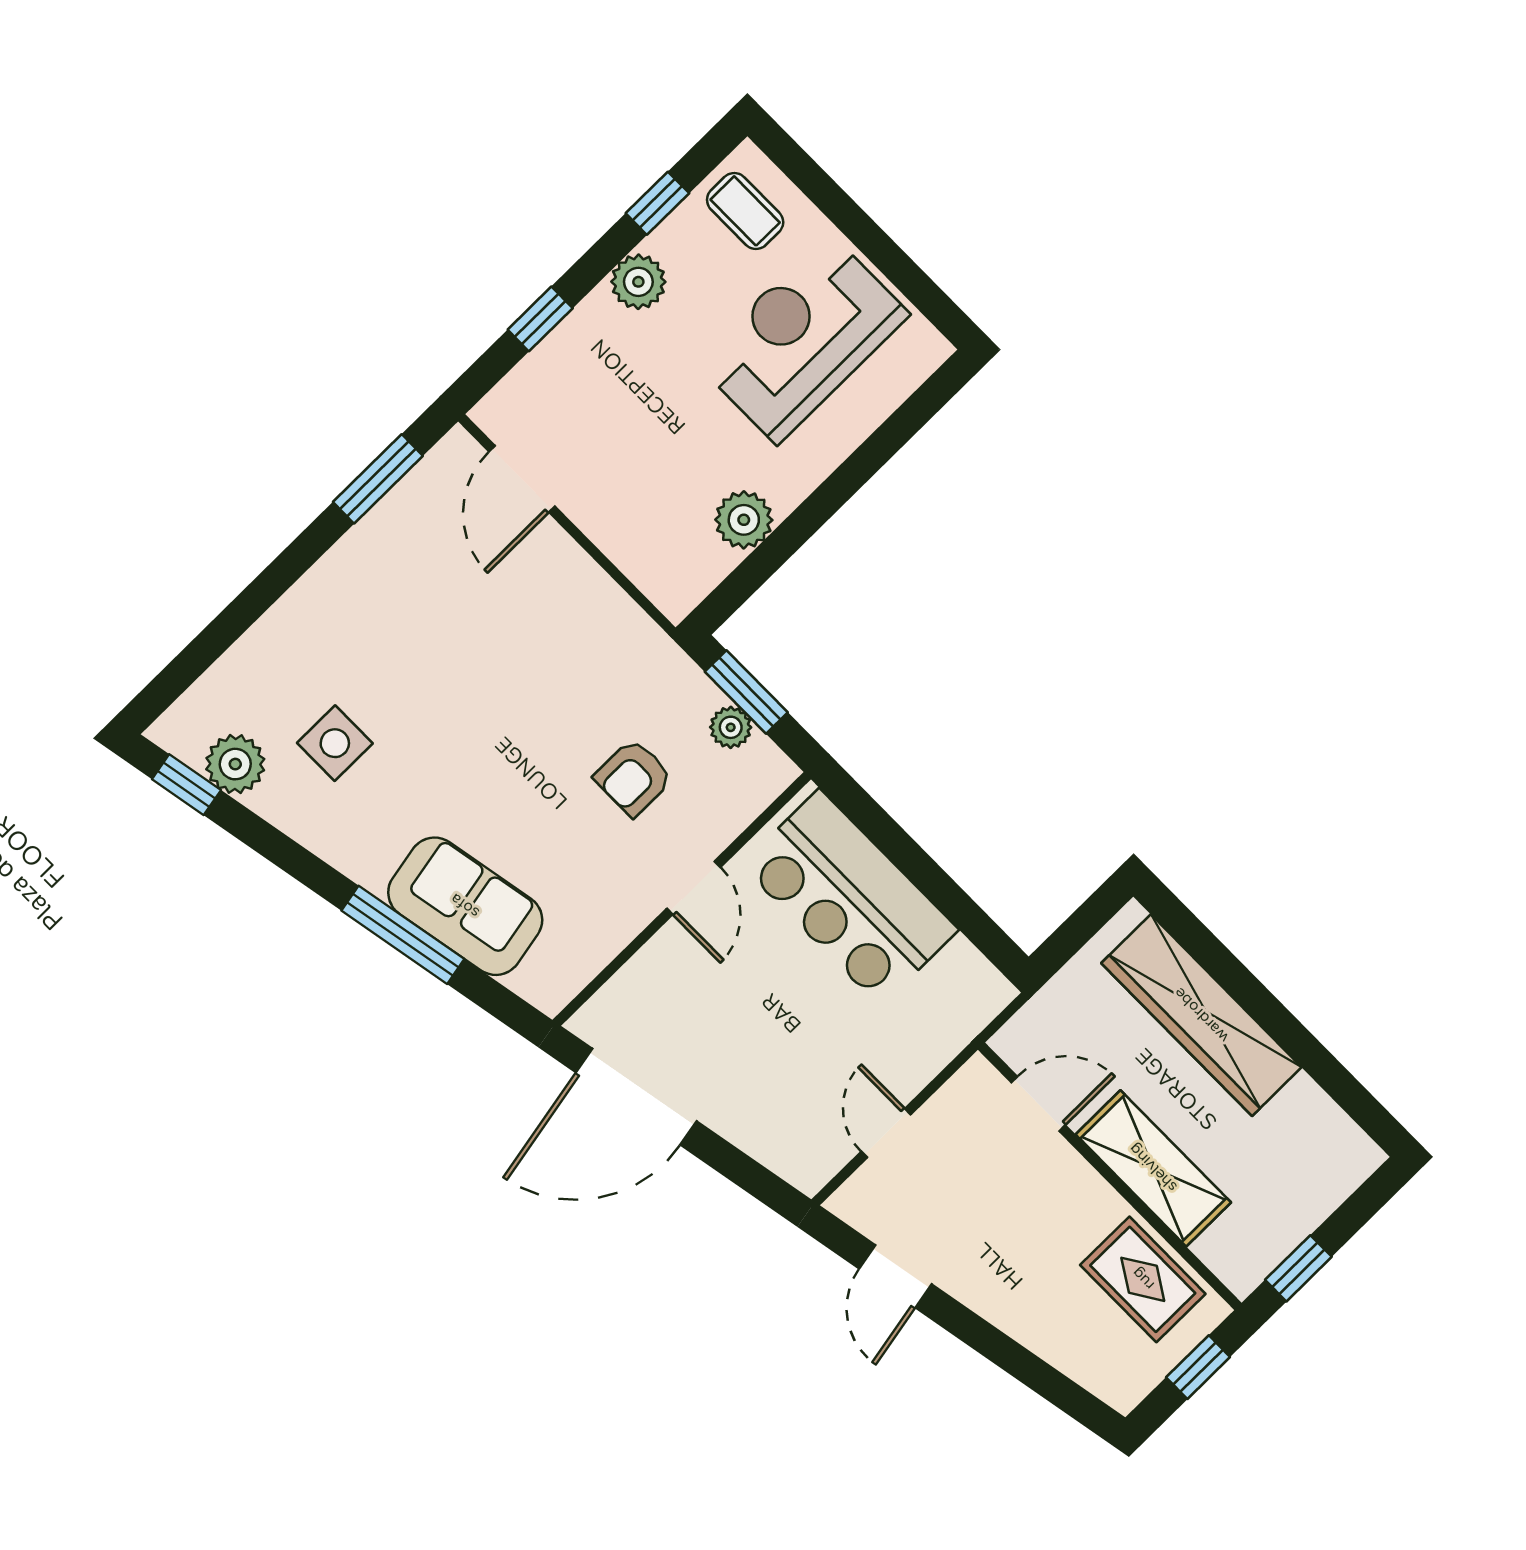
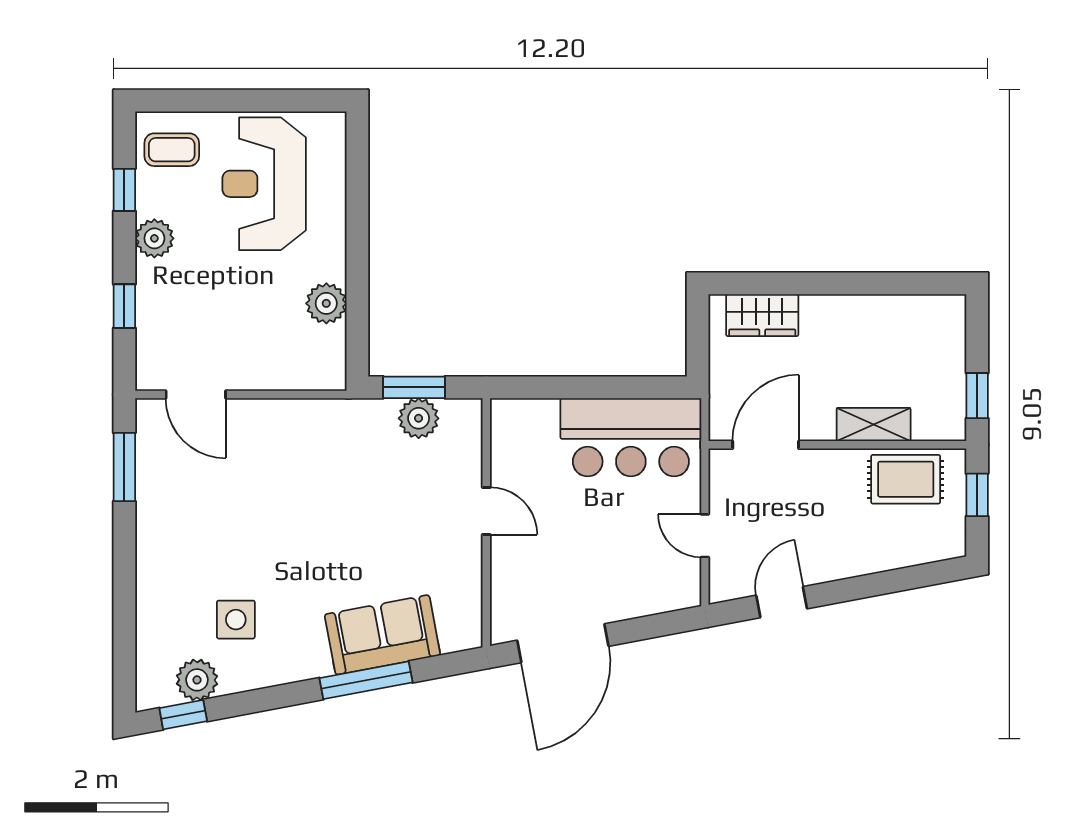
plant: (731, 727) -> (419, 418), width x1.38, depth x1.38
armchair: (633, 777) -> (401, 486), removed
bar counter: (850, 898) -> (631, 437), moved
wardrobe: (1201, 1015) -> (762, 315), width x0.48, depth x0.85
door: (1038, 1104) -> (766, 445), width x1.38
shelving: (1153, 1168) -> (874, 424), width x0.67, depth x0.75
door: (895, 1276) -> (782, 602), swing flipped

